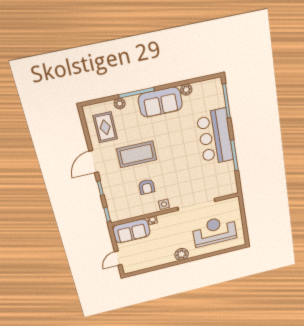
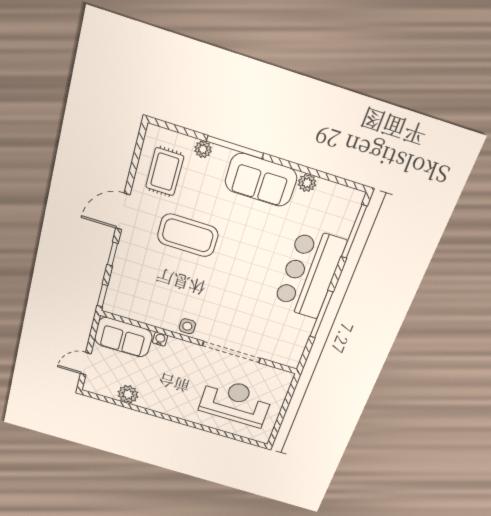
armchair: (147, 187) -> (177, 289), removed
plant: (182, 254) -> (128, 394), moved

